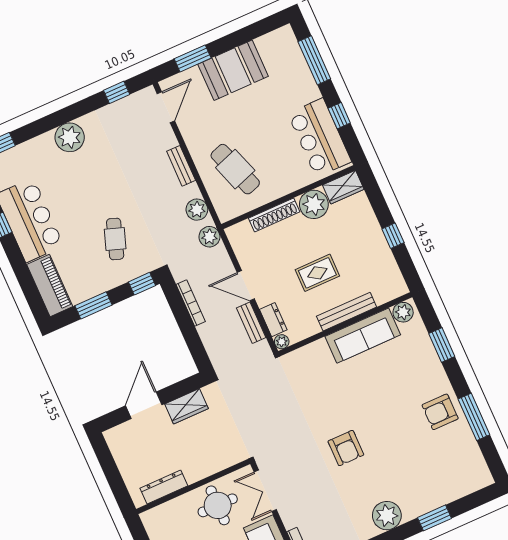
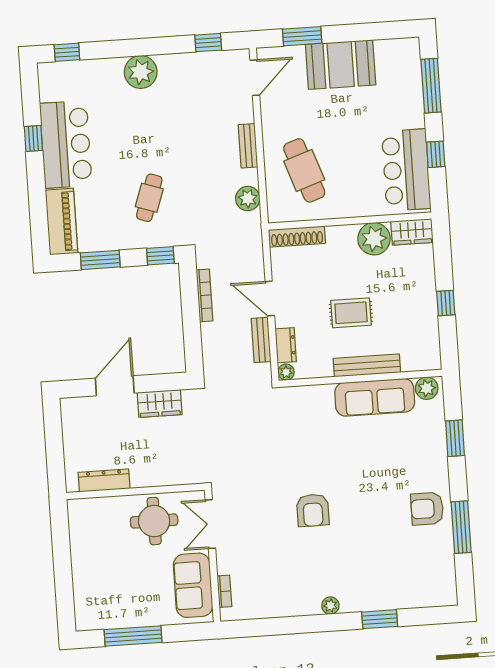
shoe rack: (274, 215) -> (297, 236), moved
plant: (209, 237) -> (250, 232), removed
plant: (387, 516) -> (330, 606), width x0.53, depth x0.53

